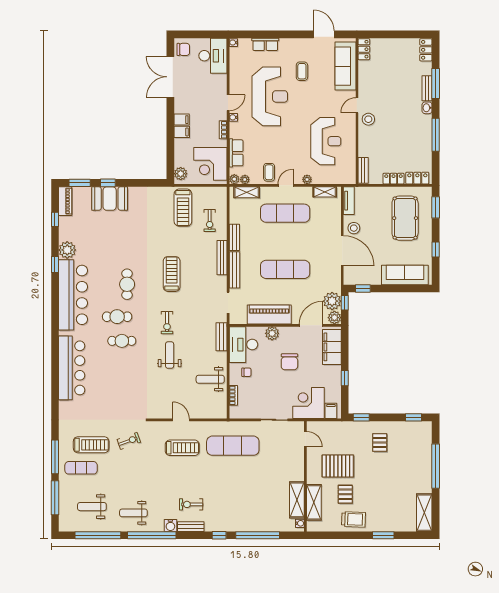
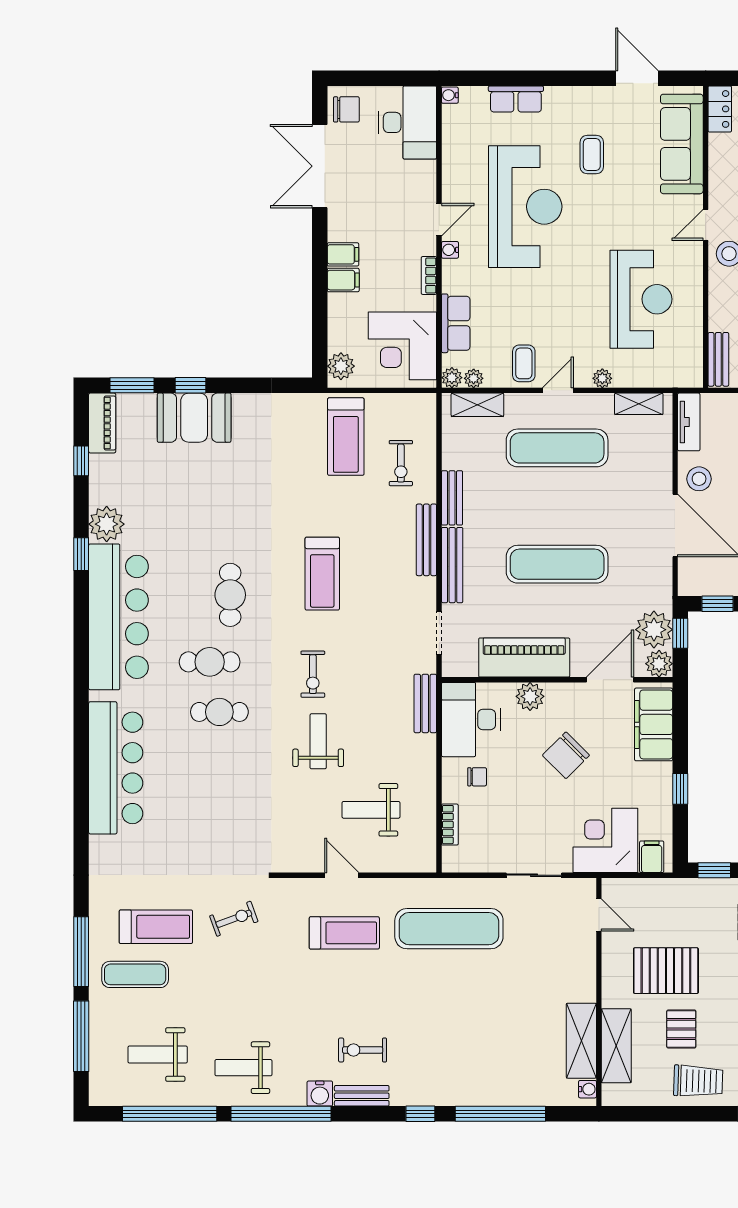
treadmill: (172, 274) -> (322, 574), turned 180
chair: (289, 362) -> (566, 755), turned 45
weight bench: (210, 379) -> (371, 810), moved

